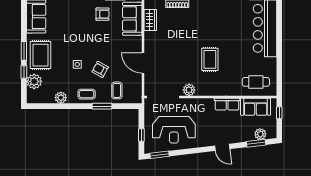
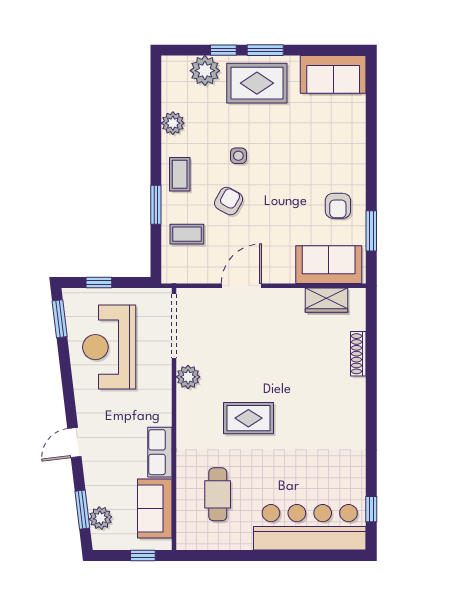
cafe table: (256, 82) -> (218, 494), moved

